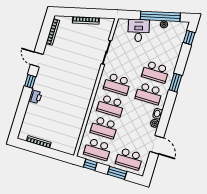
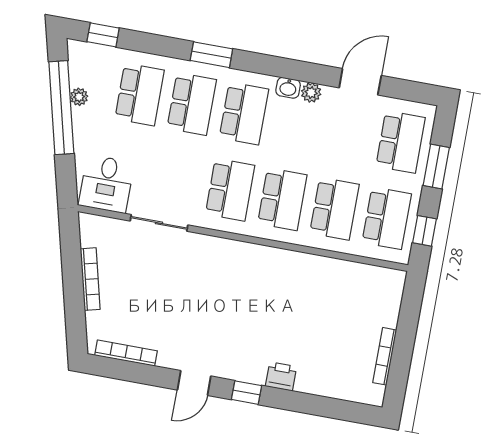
desk: (139, 31) -> (106, 184), moved, turned -76
school desk: (162, 50) -> (140, 94), added

